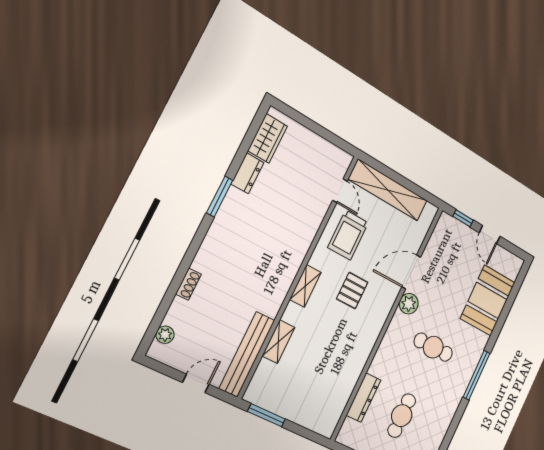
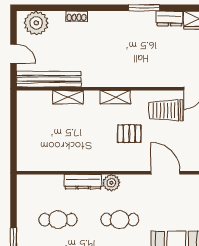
plant: (409, 304) -> (111, 183), moved
plant: (165, 335) -> (36, 23), width x1.87, depth x1.87
cafe table: (433, 347) -> (120, 220), turned 90
dresser: (363, 398) -> (83, 182), moved
window: (267, 415) -> (13, 114), removed

